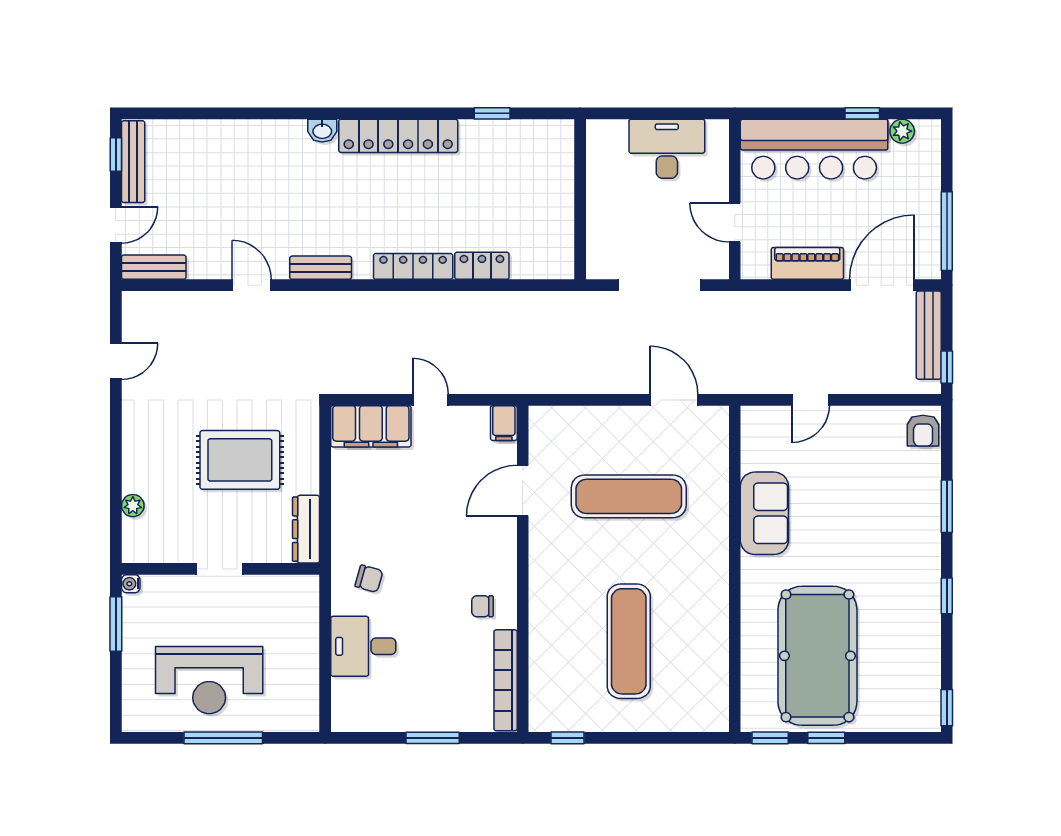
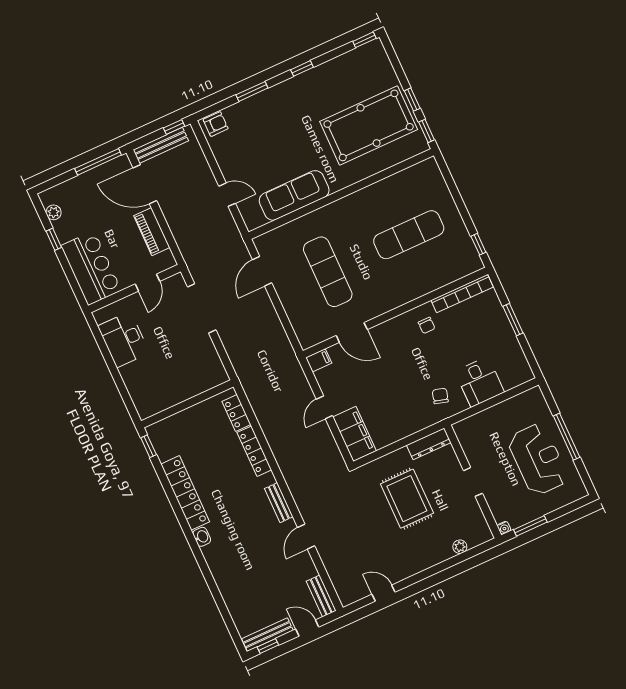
bar counter: (814, 149) -> (91, 268), width x0.73
wall: (580, 199) -> (187, 404), moved
sofa: (764, 513) -> (294, 195), width x1.36

